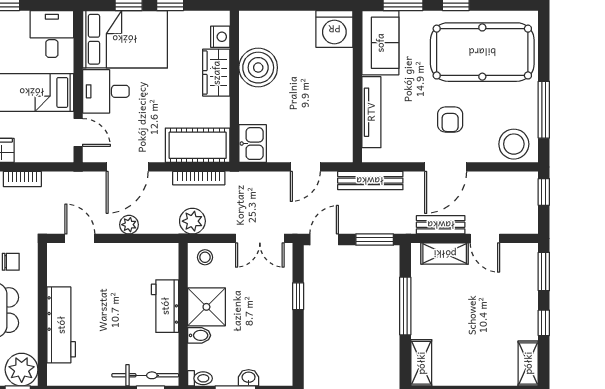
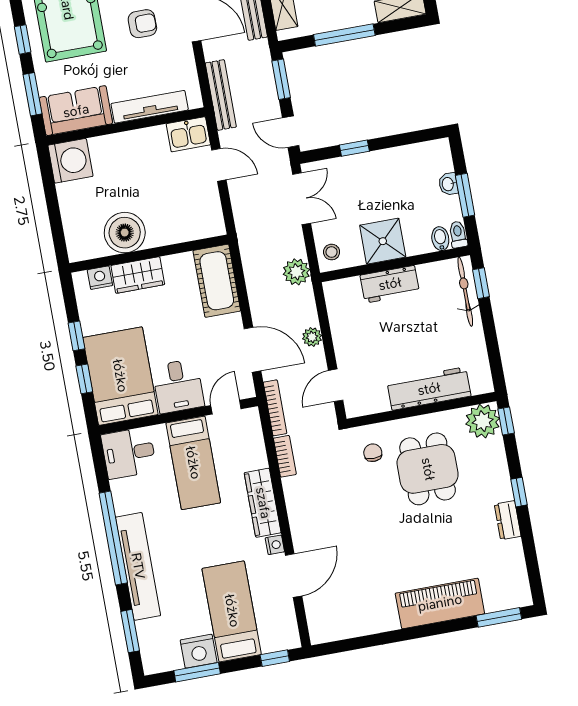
kitchen sink: (253, 144) -> (188, 134), moved, turned 180
bookcase: (199, 178) -> (275, 408), moved
bidet: (199, 335) -> (440, 239), moved

